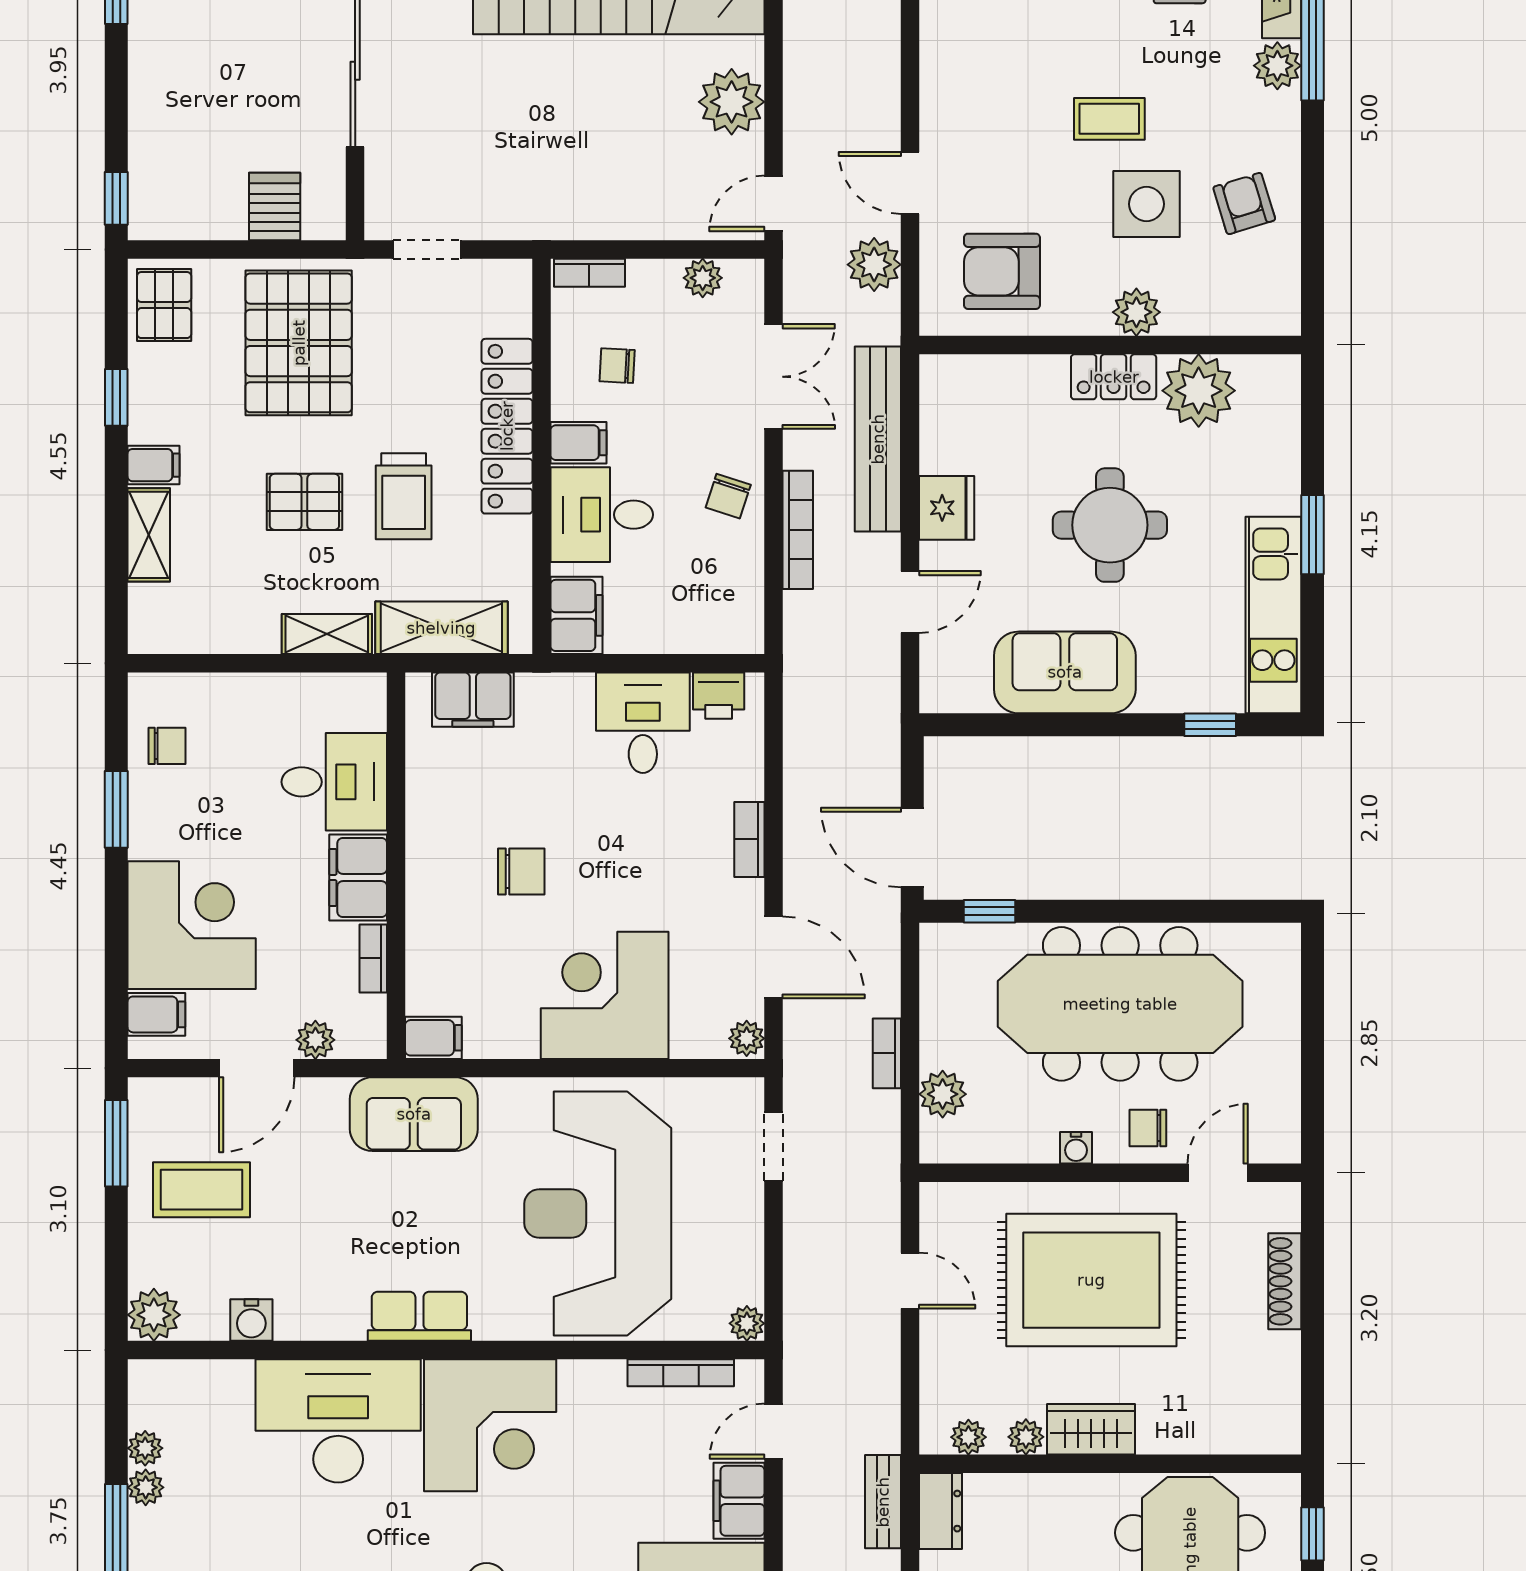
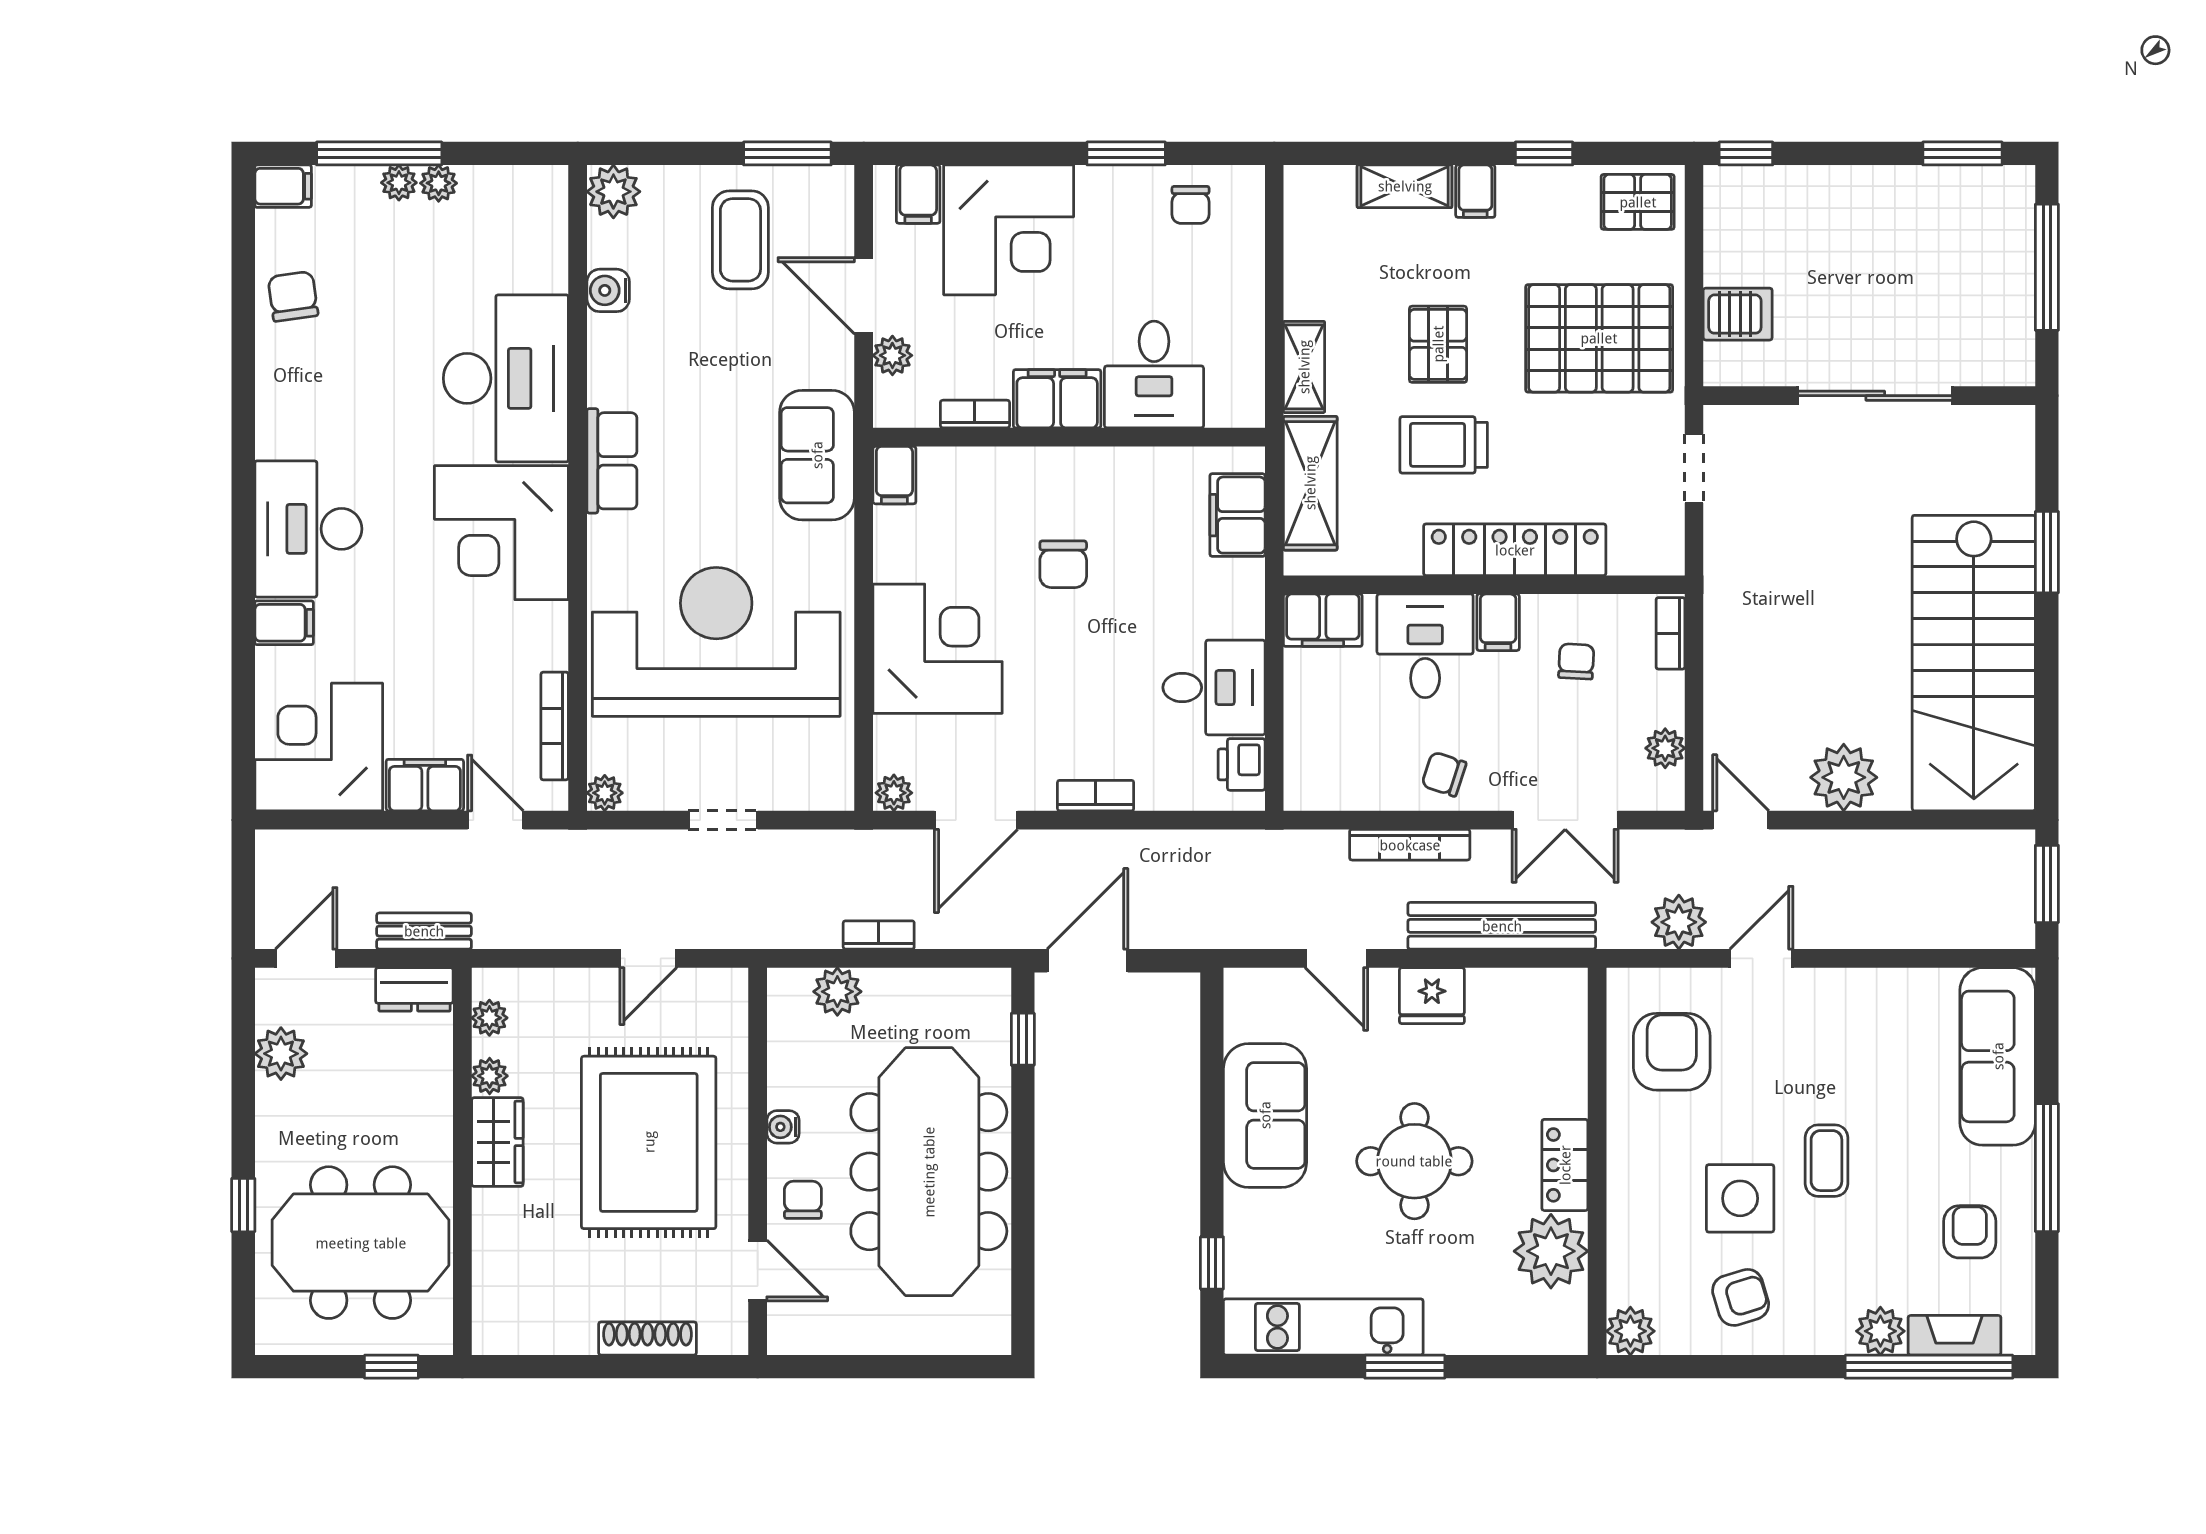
plant: (1136, 312) -> (1630, 1331), moved
doorway: (774, 1146) -> (723, 820), moved
plant: (145, 1448) -> (399, 183), moved

